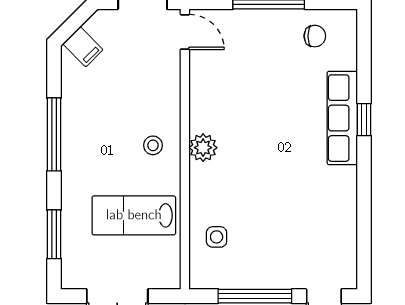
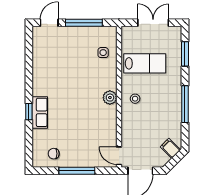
row of seats: (342, 118) -> (40, 112), width x0.68

